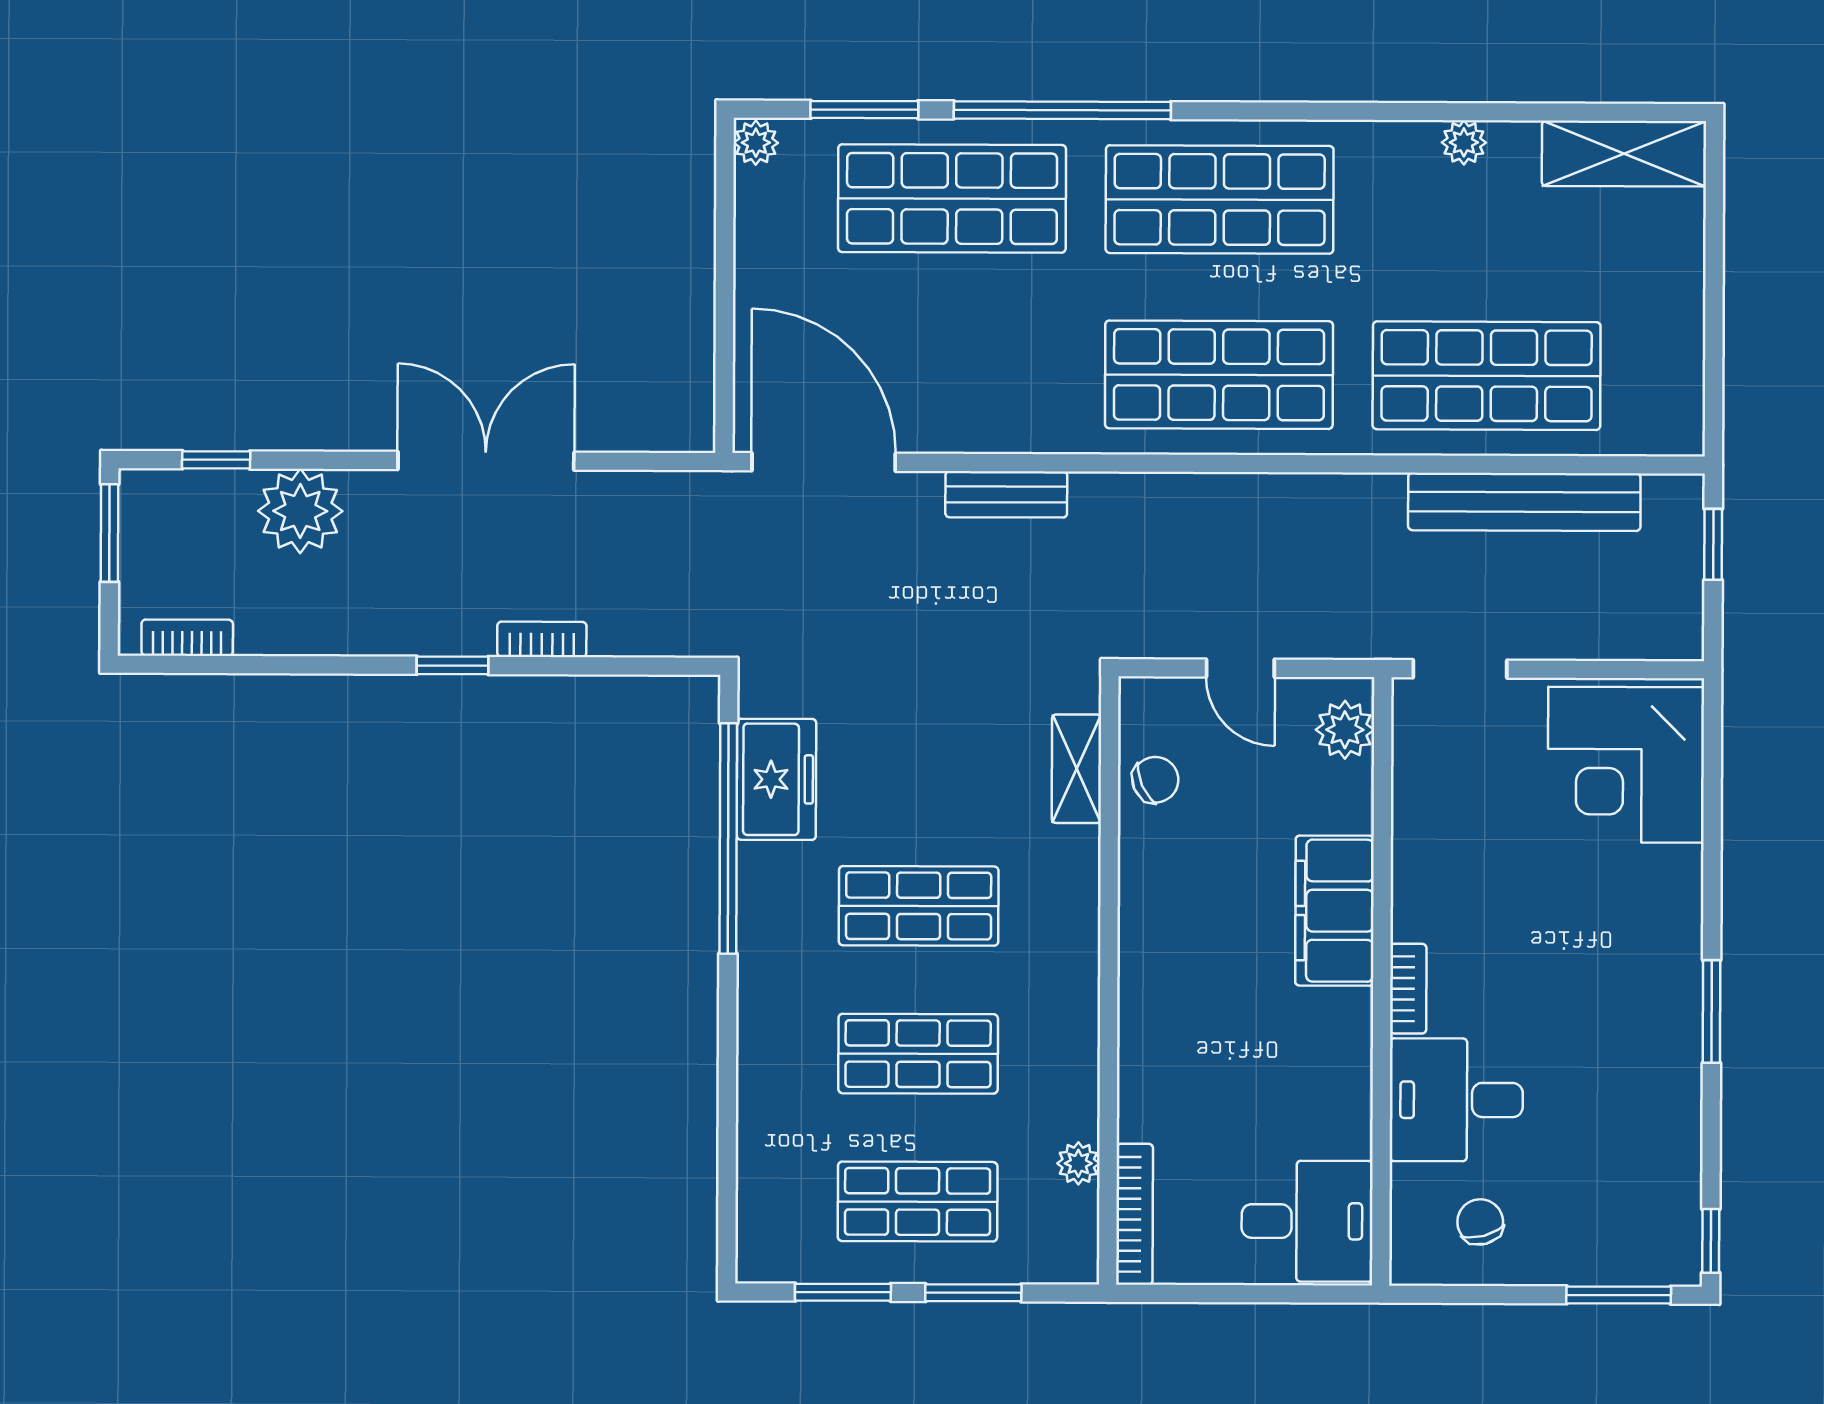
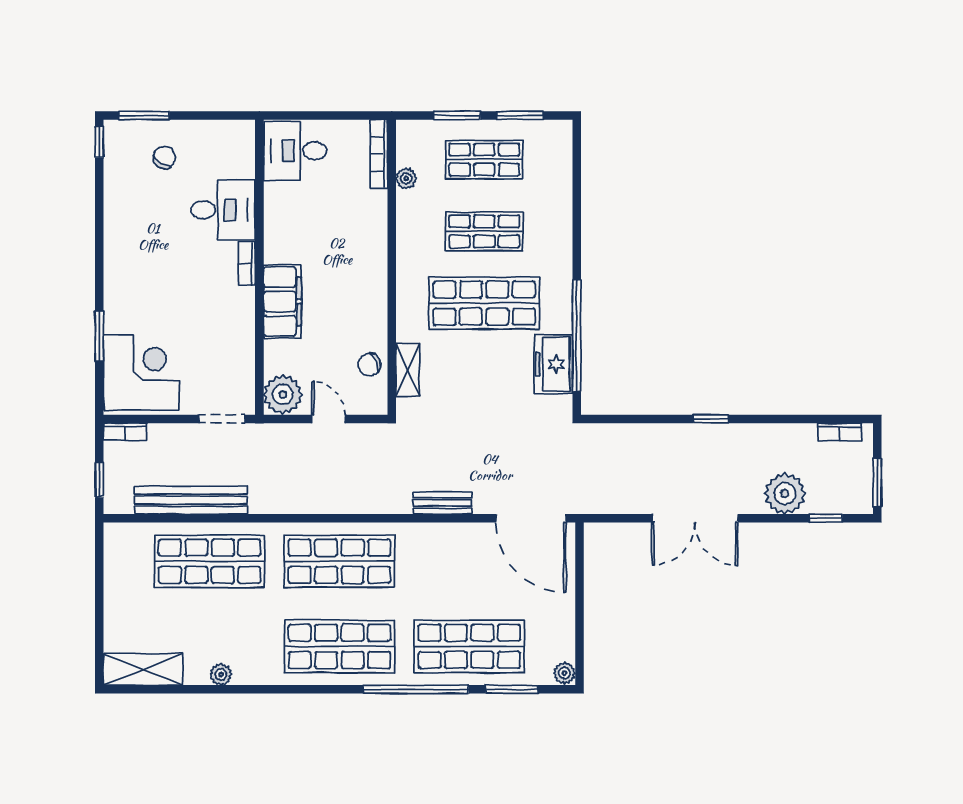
bookcase: (542, 639) -> (125, 432), moved
plant: (1345, 730) -> (283, 394), width x1.36, depth x1.36
shop shelf: (919, 906) -> (484, 303), width x1.43, depth x1.36
window: (1711, 1011) -> (99, 336), moved
chair: (1480, 1222) -> (164, 157), moved, turned -137

